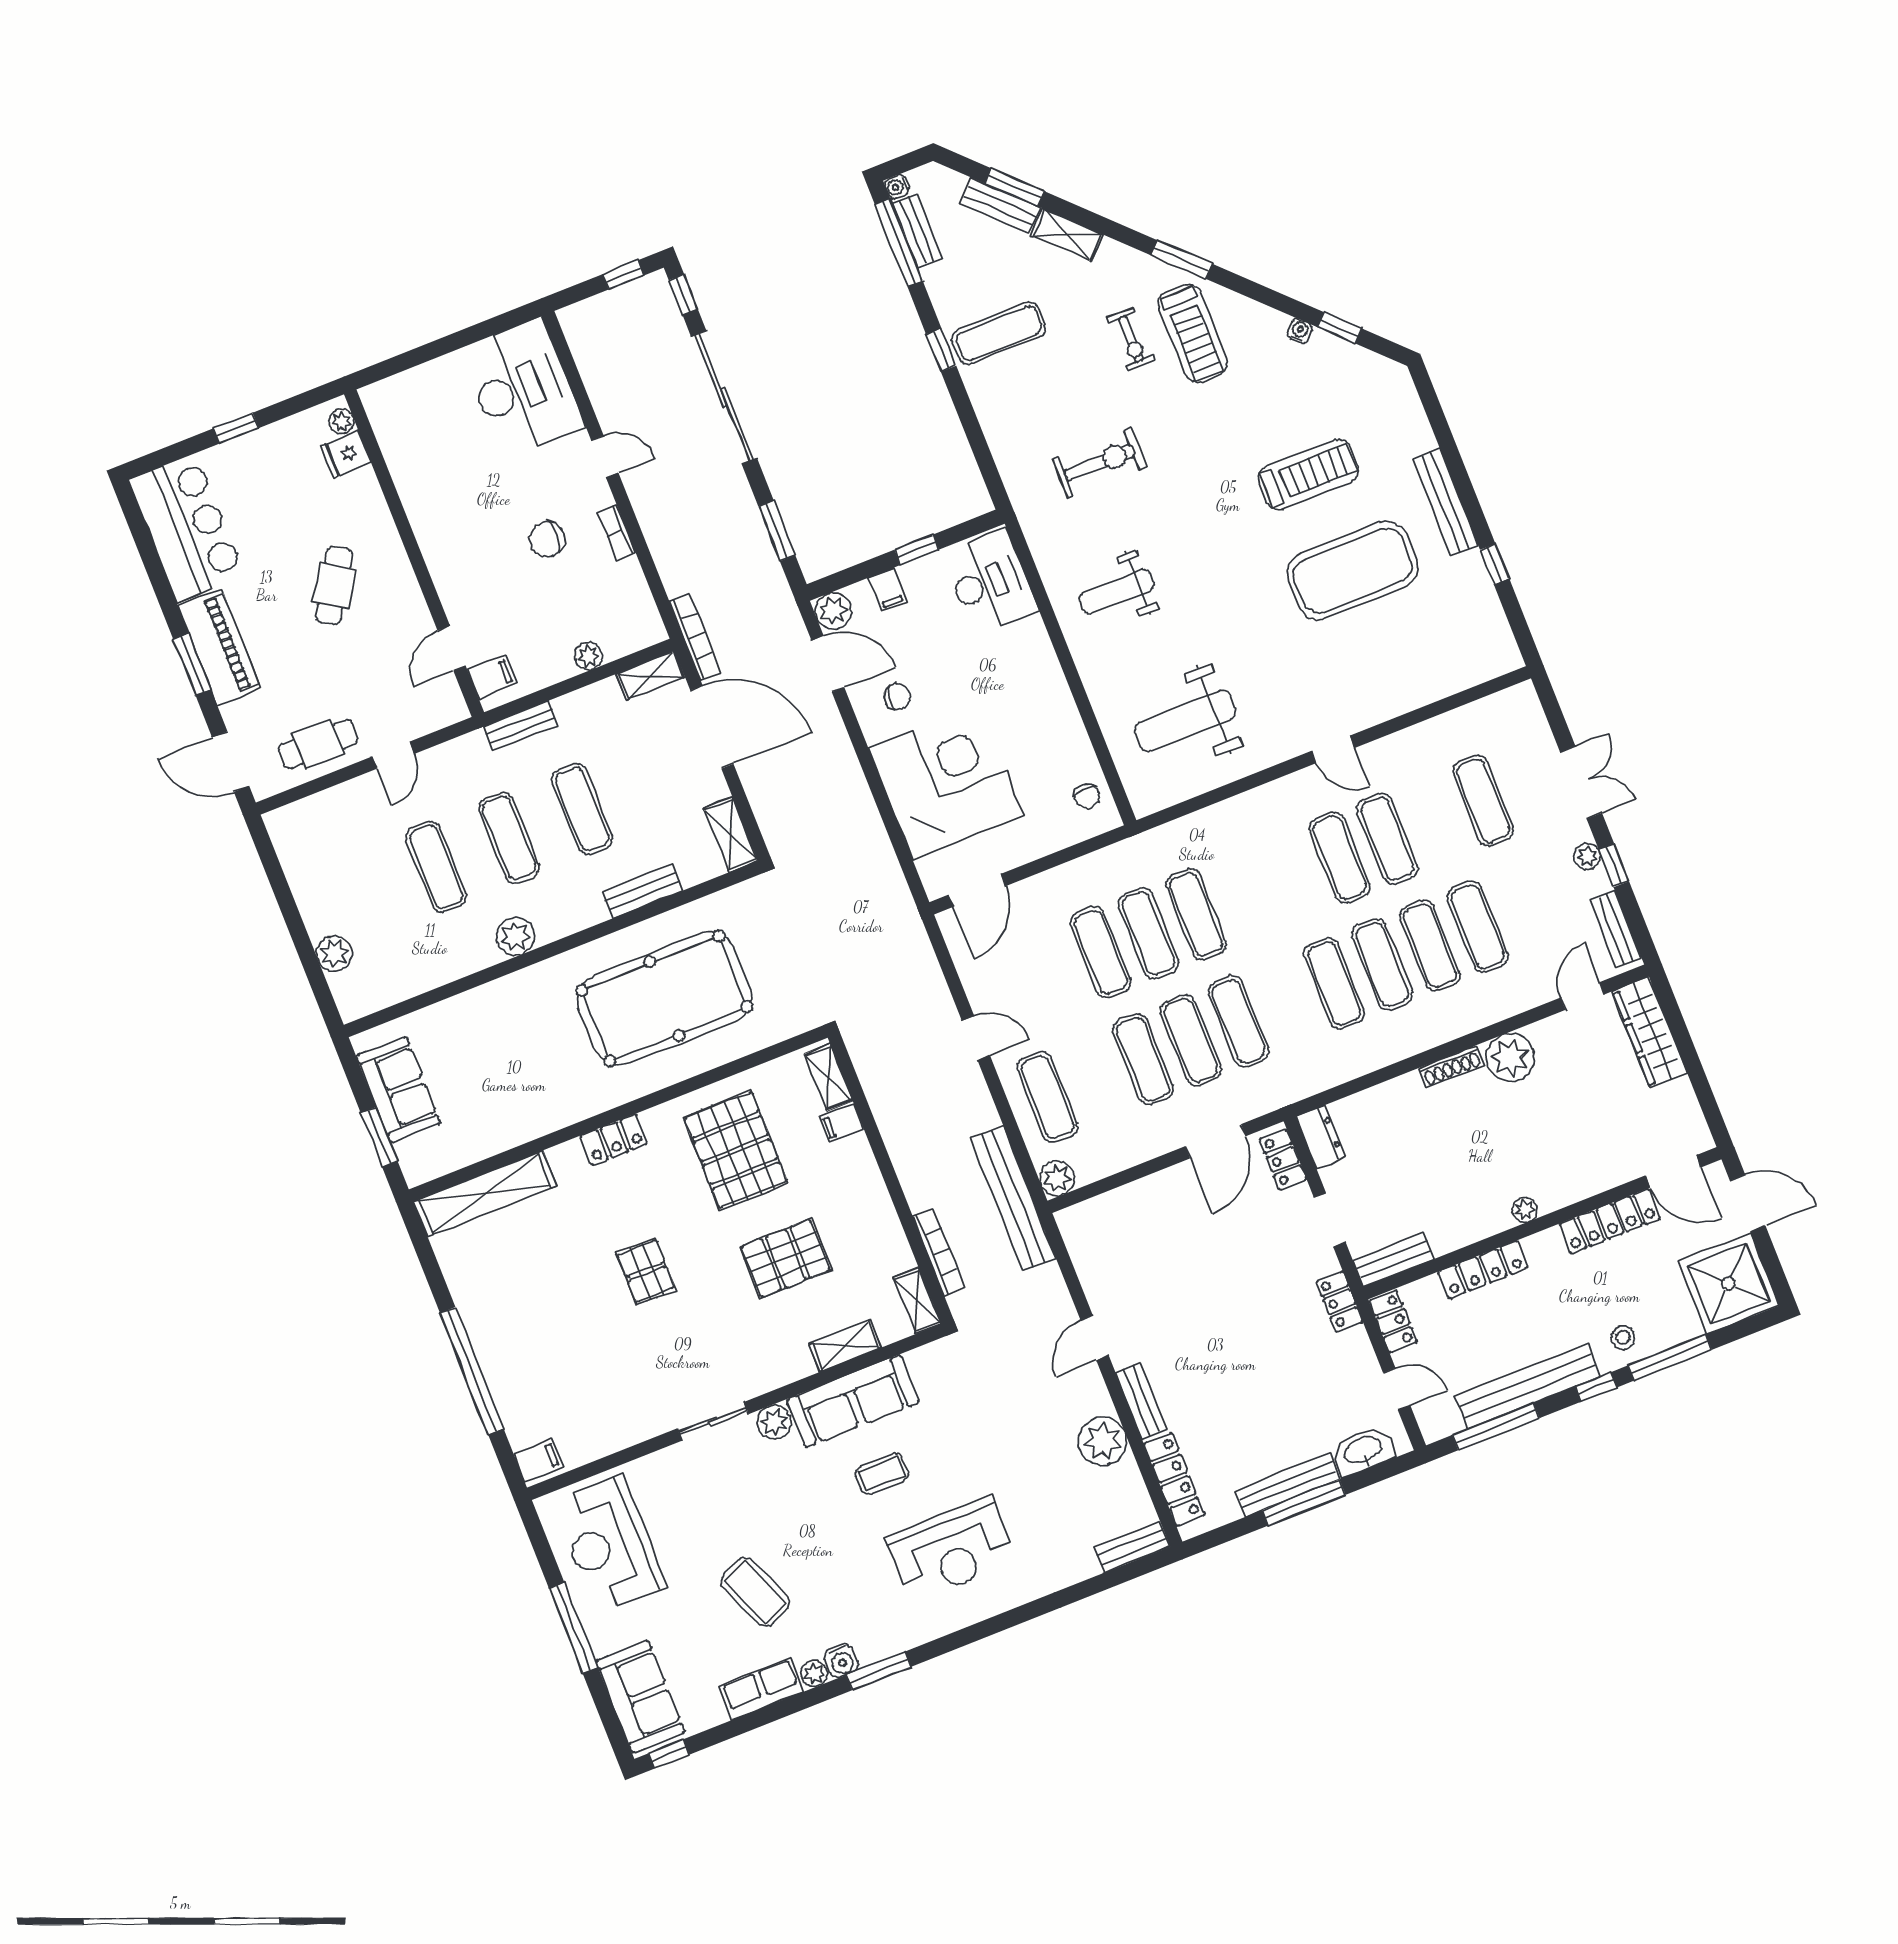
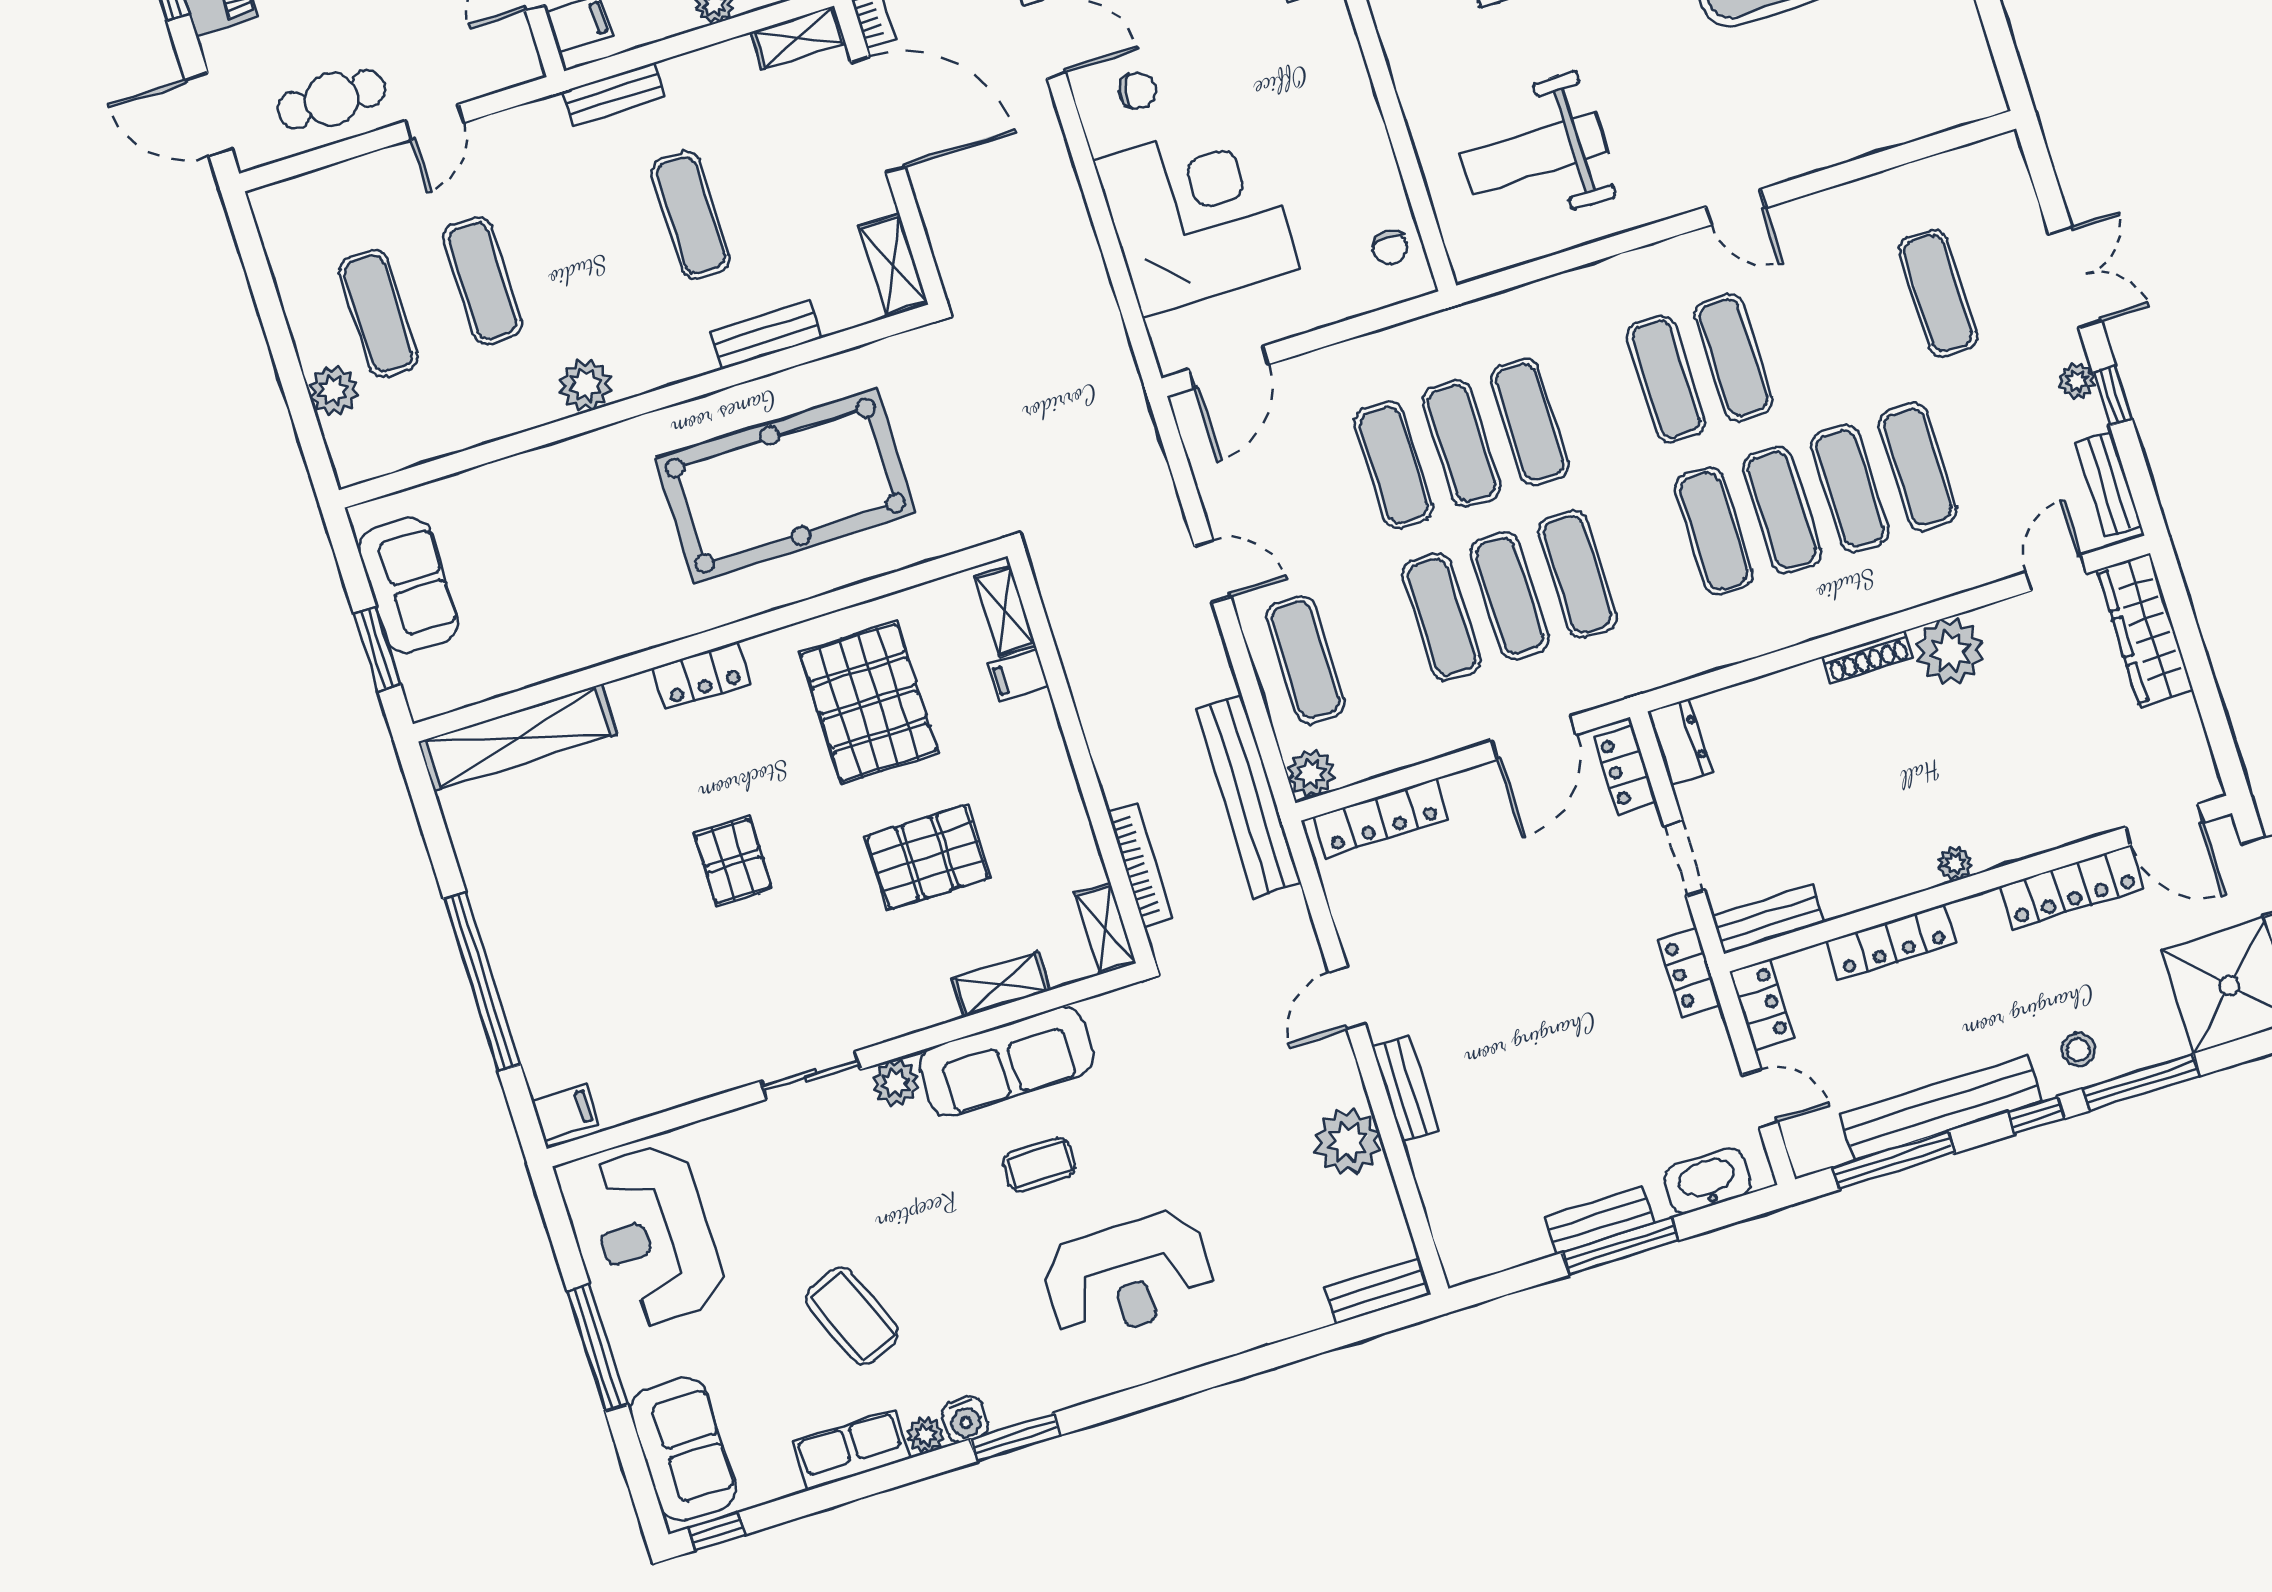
exercise mat: (509, 838) -> (378, 314), moved
exercise mat: (1388, 839) -> (1666, 379), moved
locker: (1174, 1479) -> (1381, 818), moved, turned 90
bench: (1287, 1485) -> (1599, 1221), width x0.73

